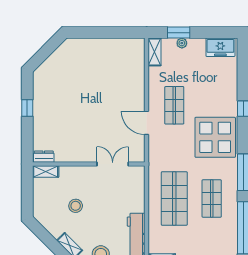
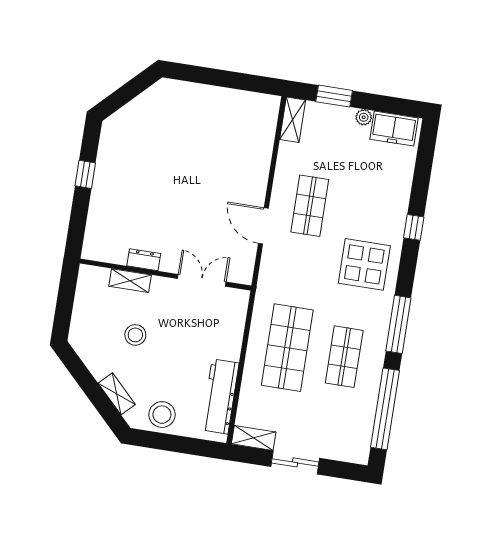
plant: (182, 43) -> (364, 117), moved
display table: (215, 137) -> (364, 264), width x0.73, depth x0.73
dresser: (44, 157) -> (144, 260), moved
shelving: (46, 171) -> (130, 281), moved

